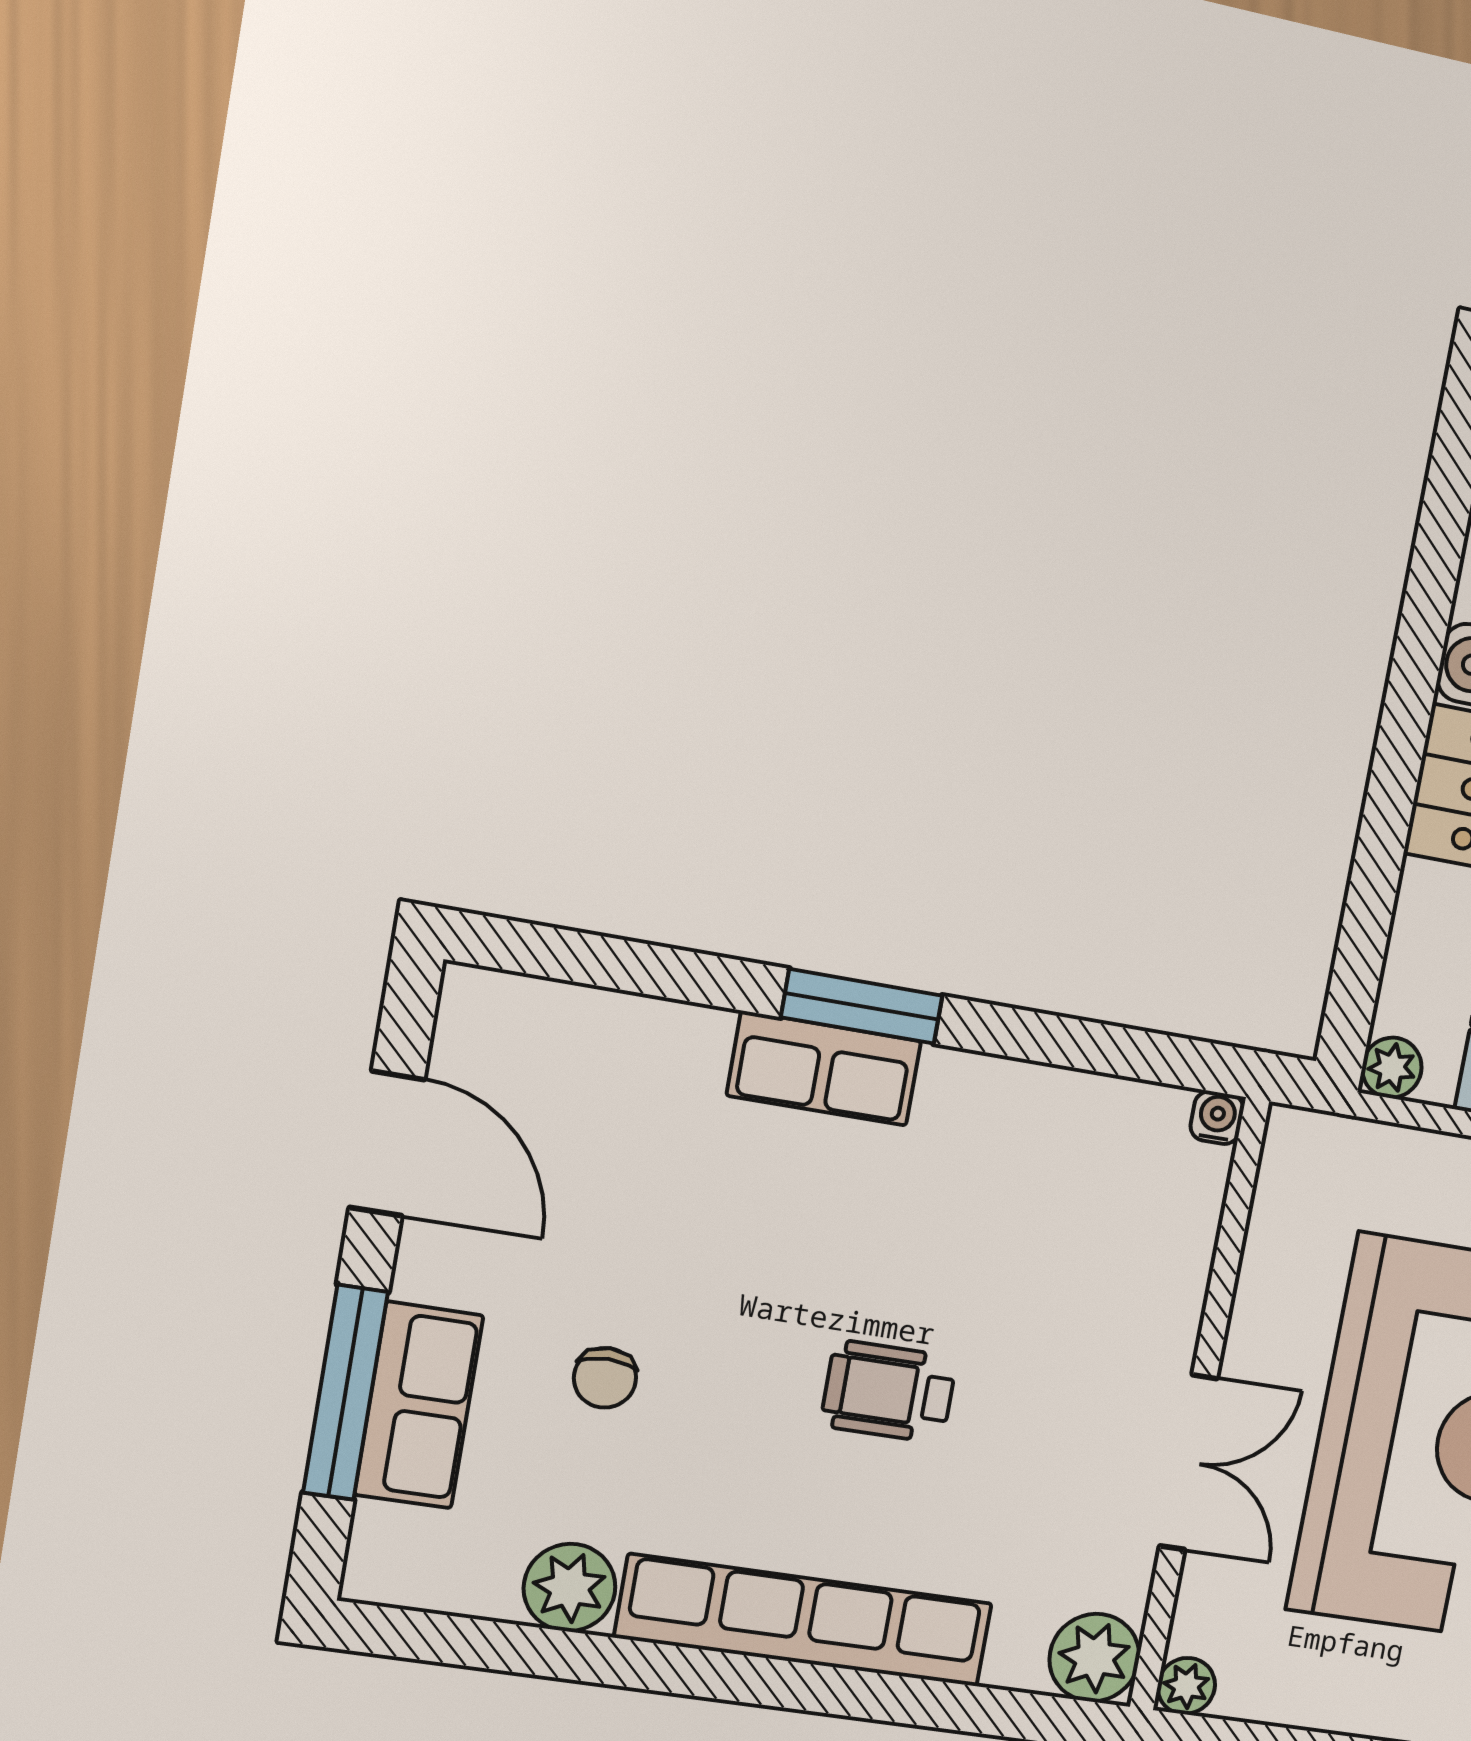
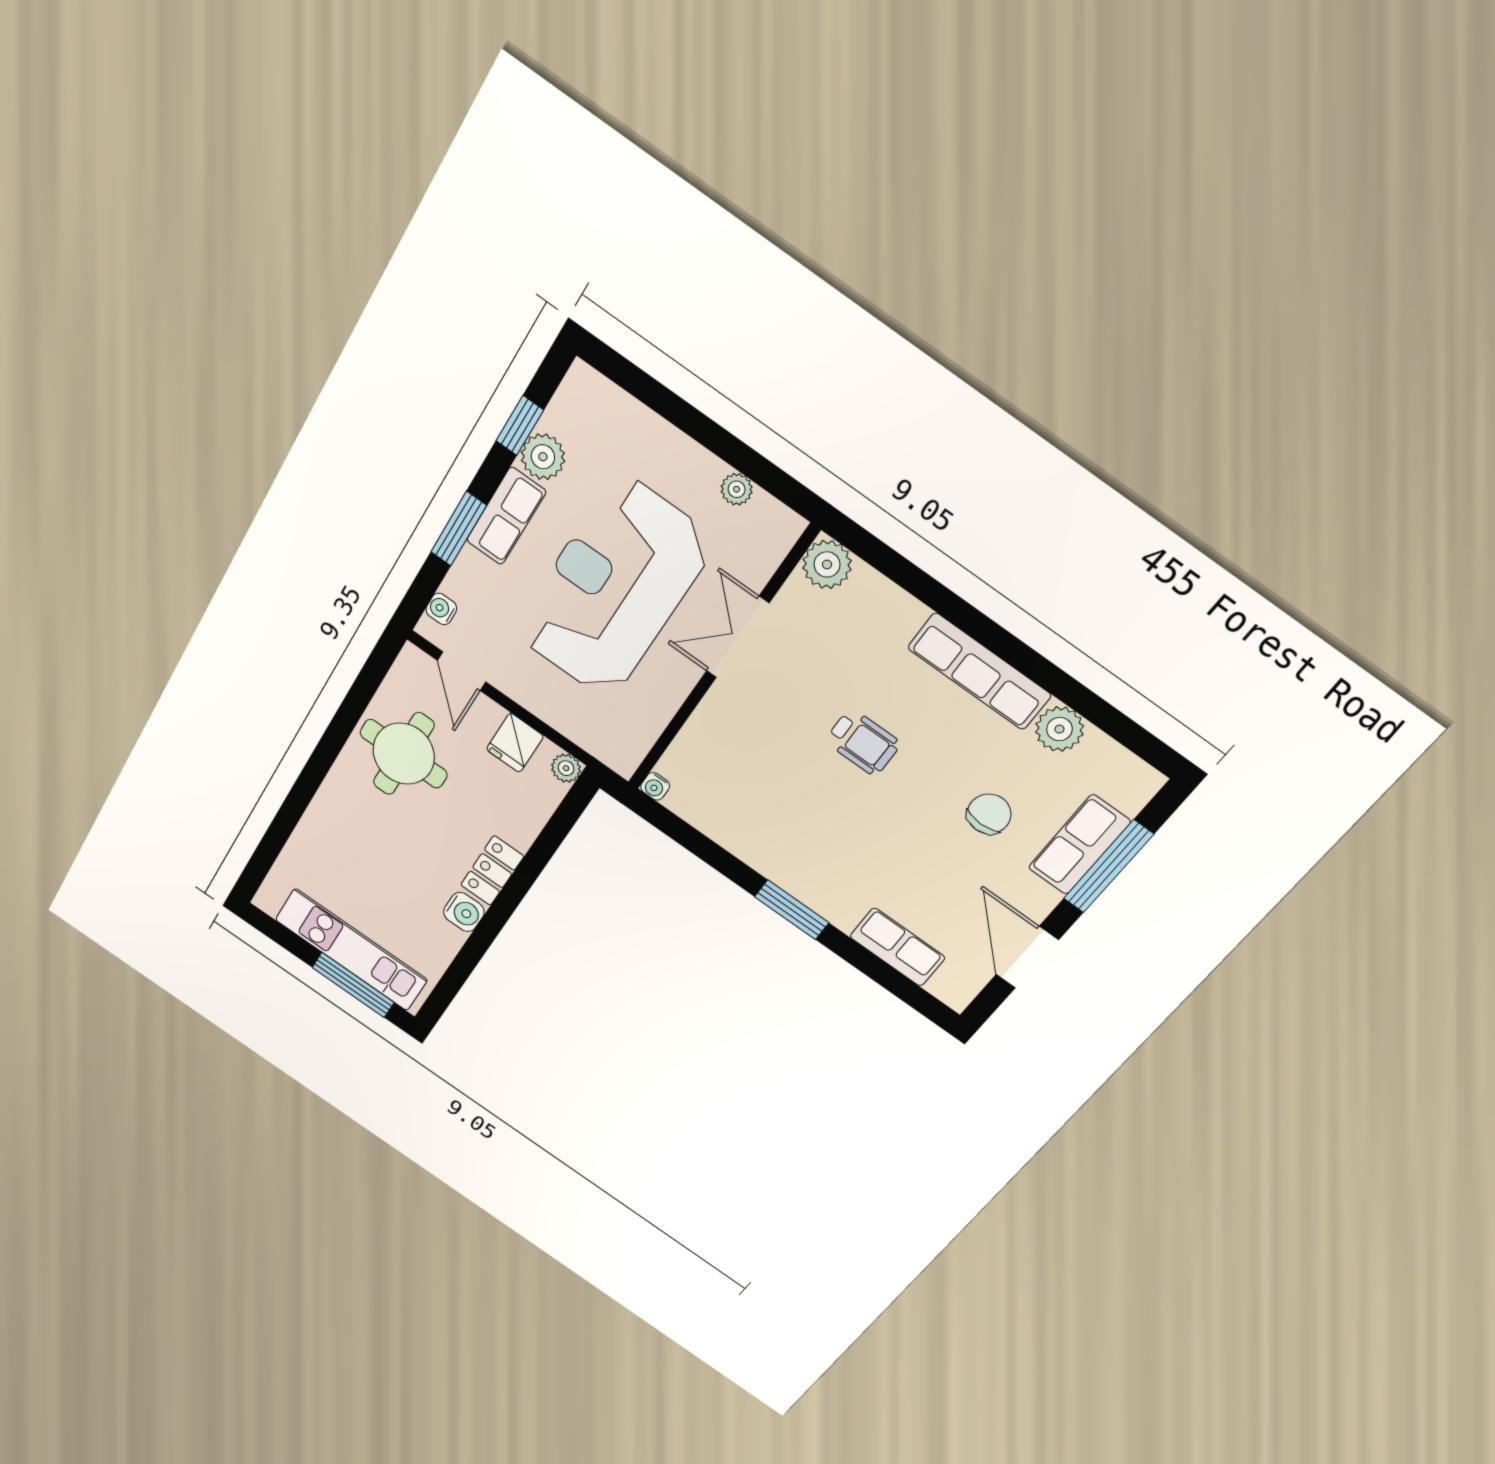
row of seats: (824, 1068) -> (897, 947), moved
chair: (605, 1378) -> (989, 814), width x1.37, depth x1.37
row of seats: (804, 1620) -> (979, 671), width x0.73
plant: (1186, 1686) -> (737, 489), moved

